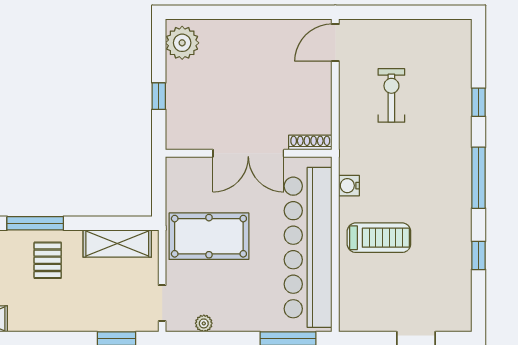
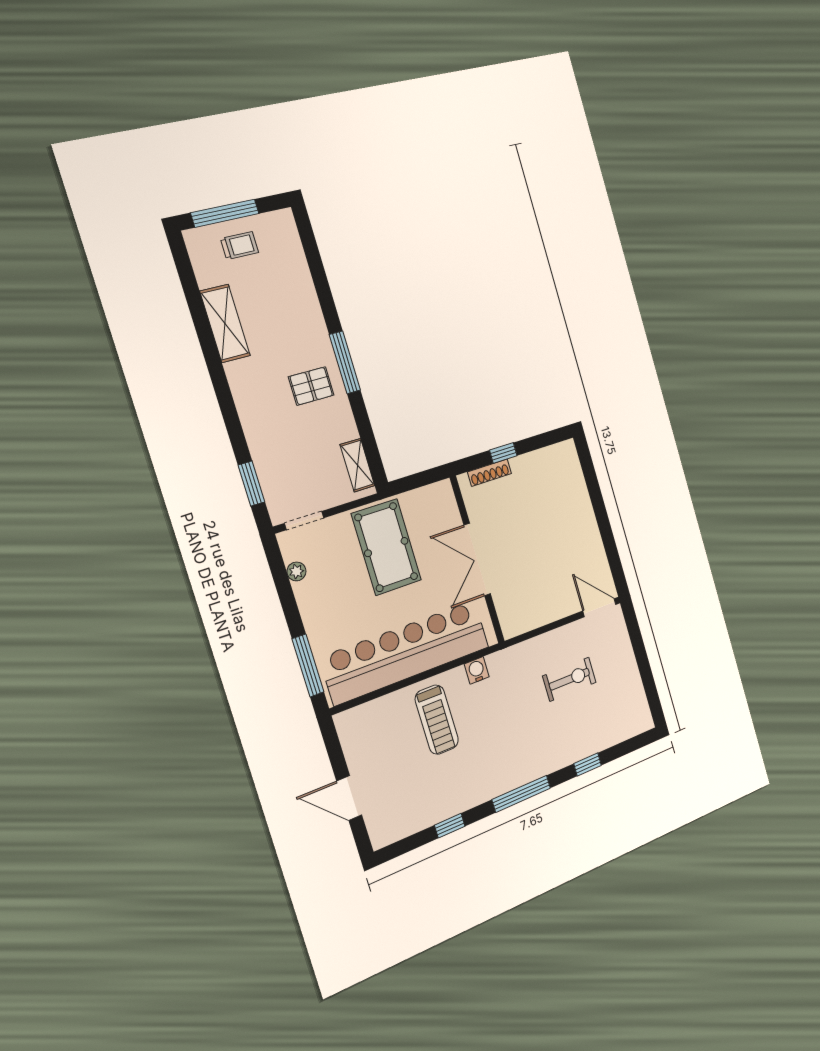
plant: (182, 43) -> (557, 461), removed
shoe rack: (310, 143) -> (489, 473), moved, turned 90
shelving: (117, 244) -> (357, 465), width x0.67, depth x0.75

